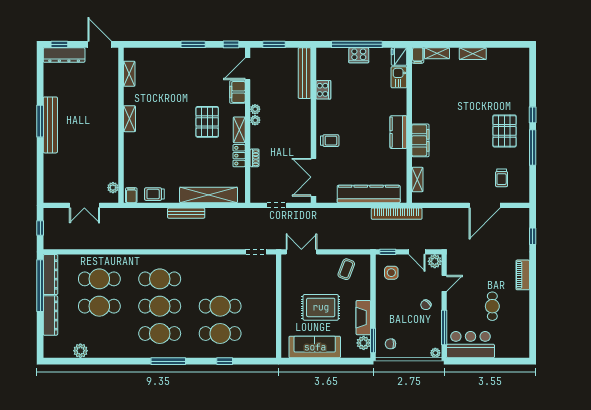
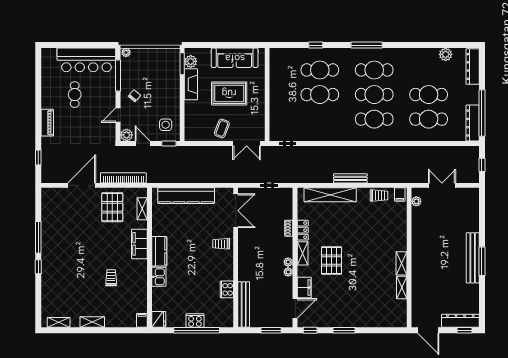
shelving: (437, 53) -> (59, 322), moved
shelving: (129, 74) -> (402, 287), moved
kitchen sink: (399, 77) -> (159, 277), moved
pallet: (504, 131) -> (112, 207), moved
trolley: (502, 178) -> (111, 278), moved
bookcase: (397, 214) -> (123, 178), moved
coffee table: (346, 269) -> (222, 129), moved
dresser: (50, 316) -> (473, 66), moved
chair: (390, 344) -> (166, 61), removed
bar counter: (471, 345) -> (86, 60), width x1.36

